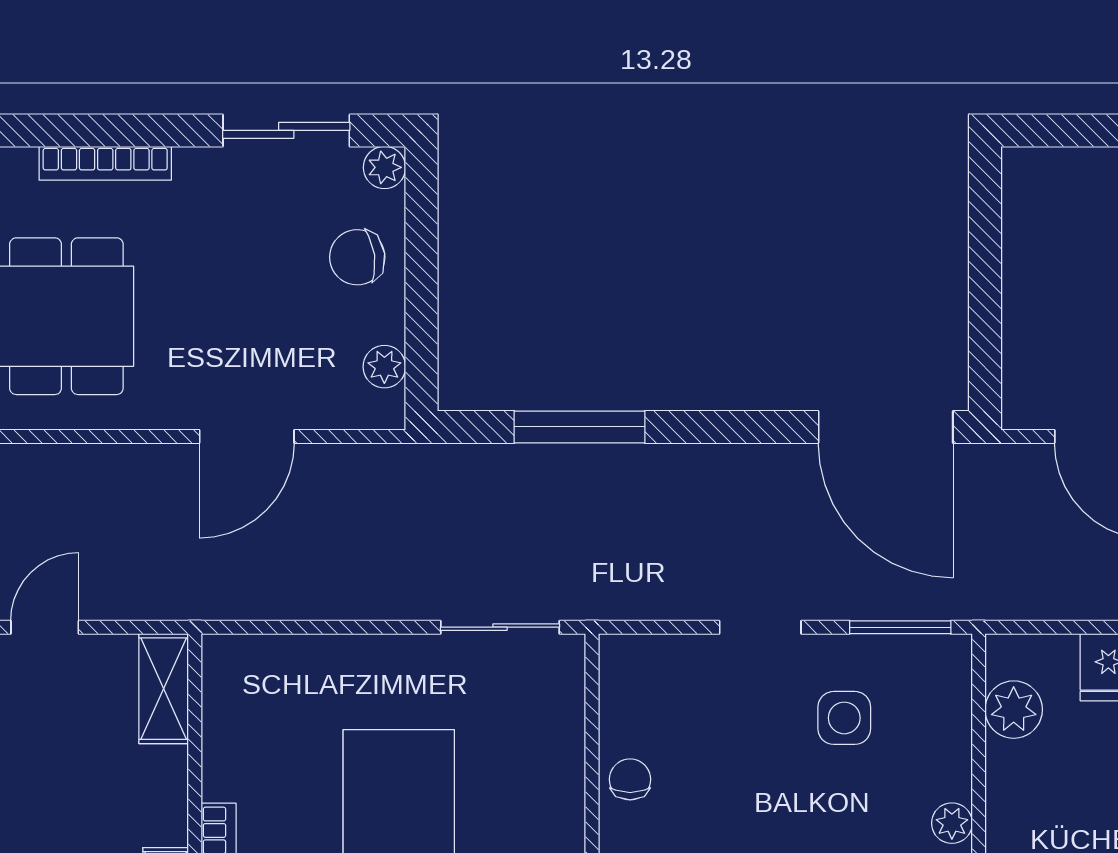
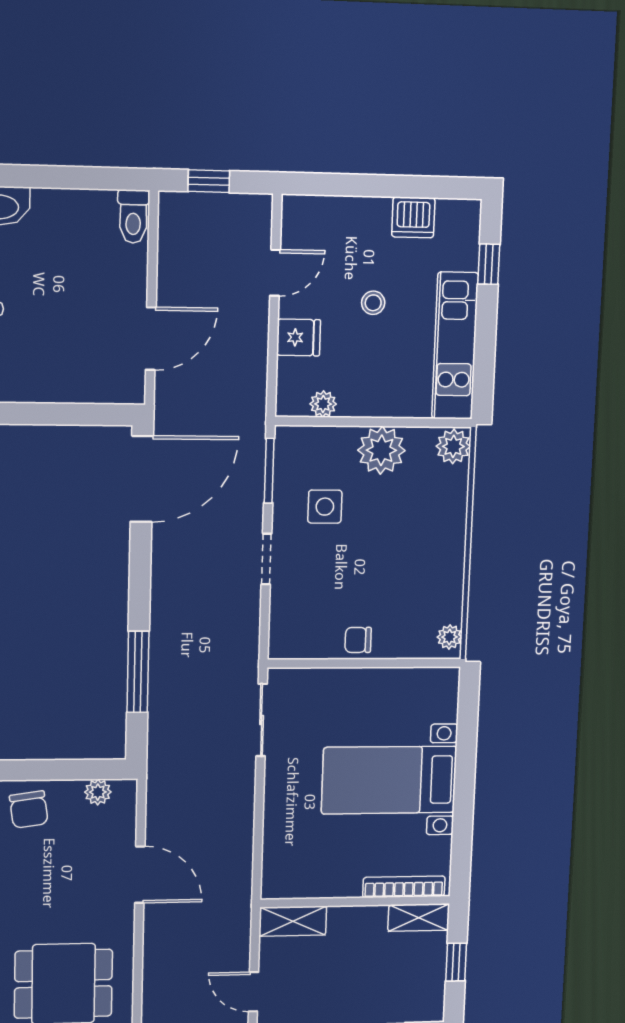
plant: (1014, 710) -> (323, 404), width x0.73, depth x0.73
plant: (952, 823) -> (381, 450), width x1.87, depth x1.87

